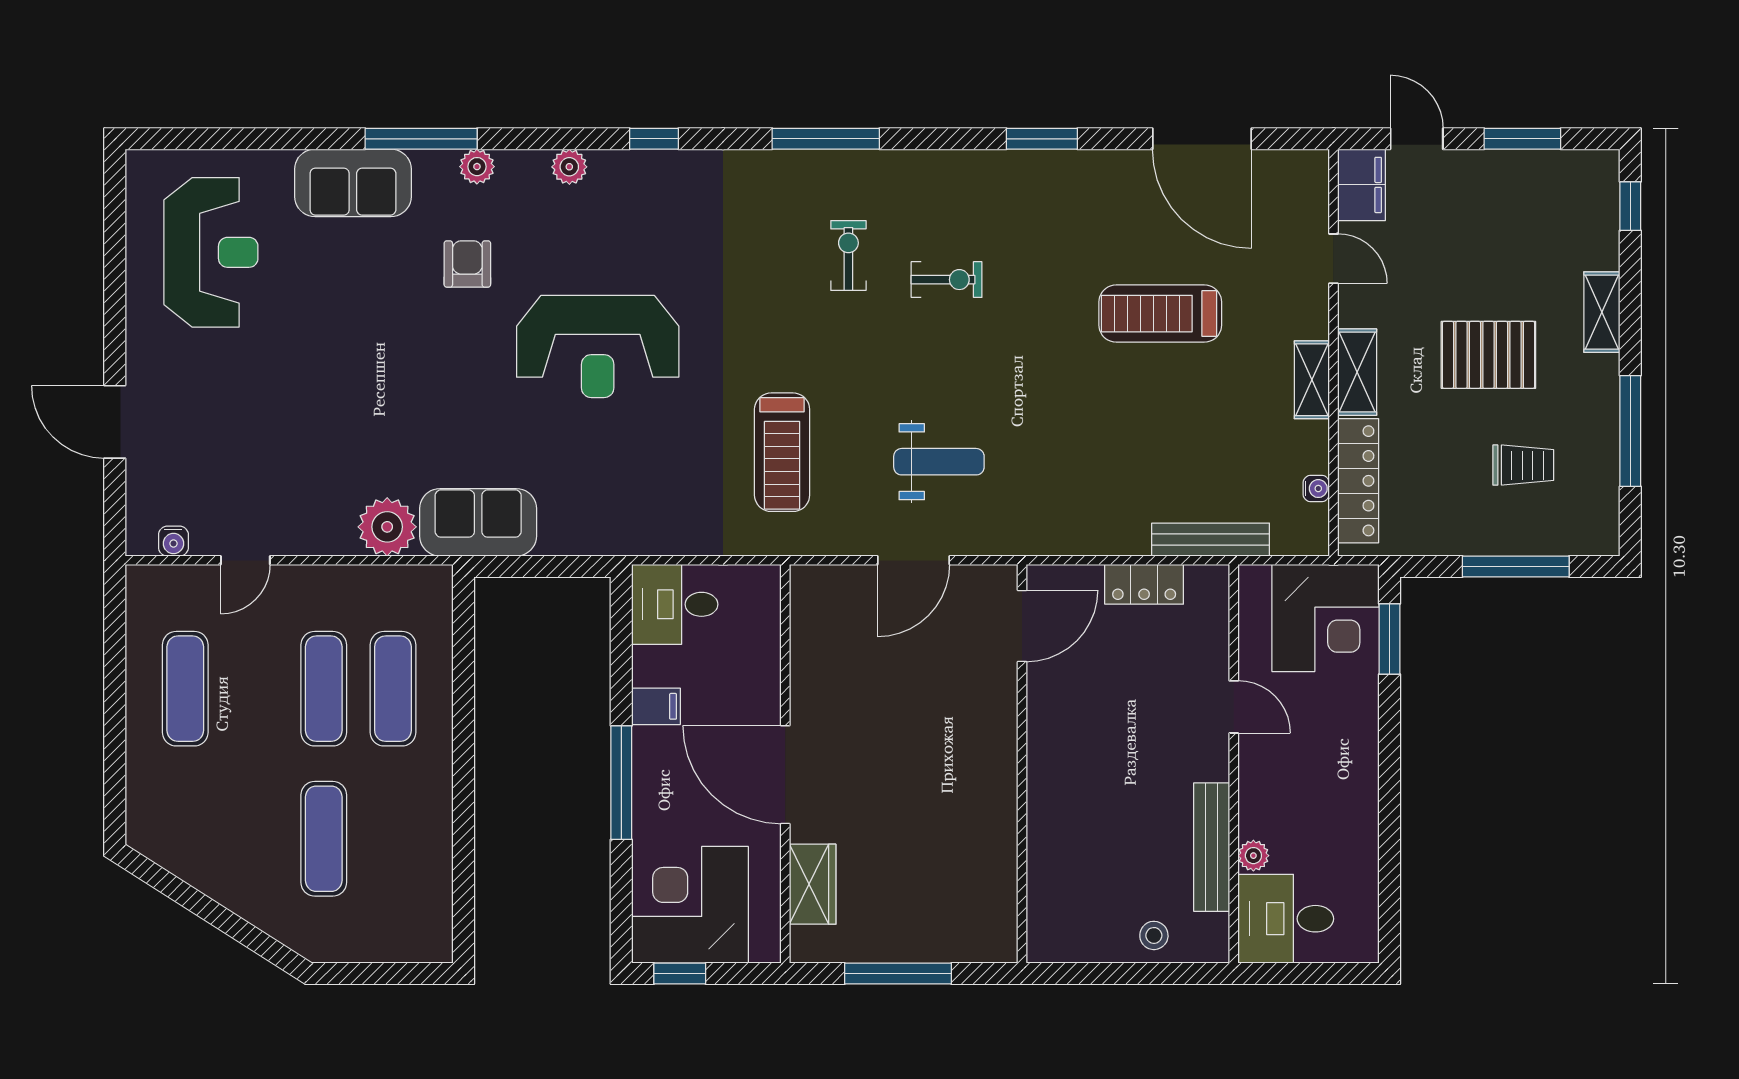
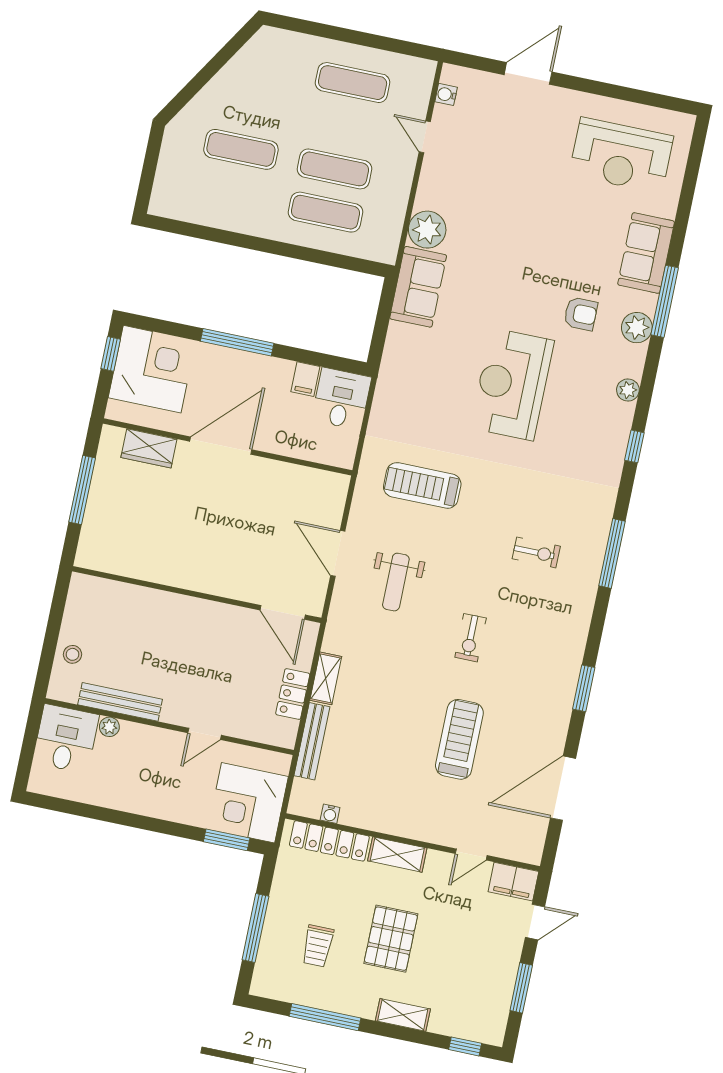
plant: (477, 167) -> (637, 328), width x1.38, depth x1.38
exercise bike: (947, 280) -> (471, 638), moved
shelving: (1312, 380) -> (326, 678), moved, turned 90
filing cabinet: (656, 706) -> (305, 379), moved

